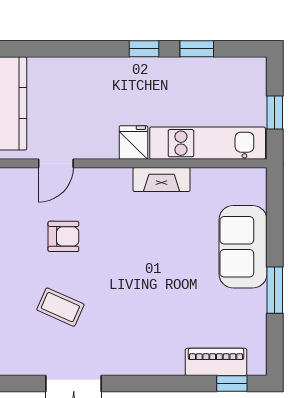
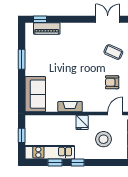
stool: (84, 103) -> (103, 139), added
kitchen unit: (208, 143) -> (50, 152), moved, turned 180
sofa: (243, 247) -> (35, 94), moved

